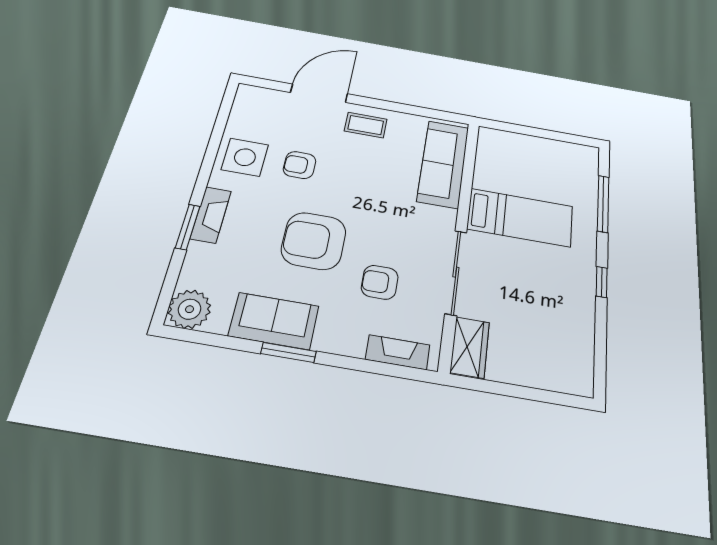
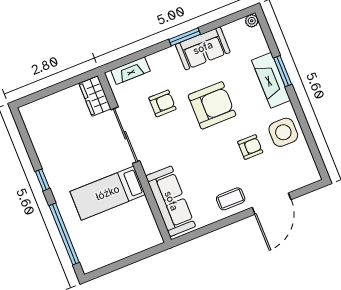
window: (603, 204) -> (64, 234), width x1.46
fireplace: (211, 215) -> (271, 80), width x1.37, depth x1.32
plant: (190, 309) -> (252, 21), width x0.53, depth x0.53

